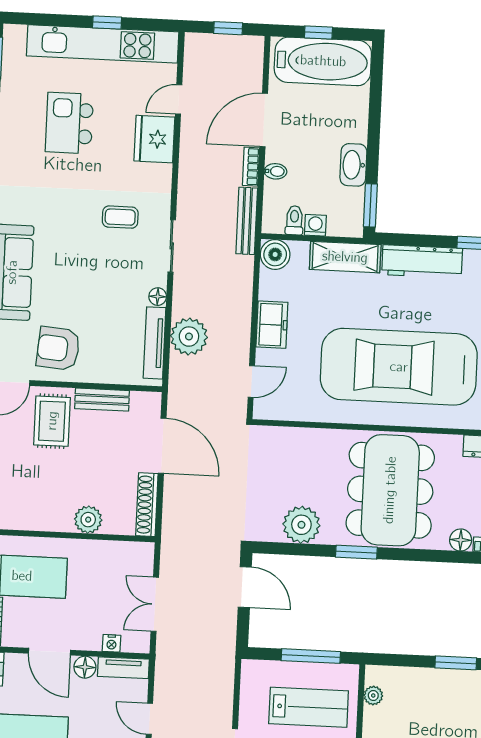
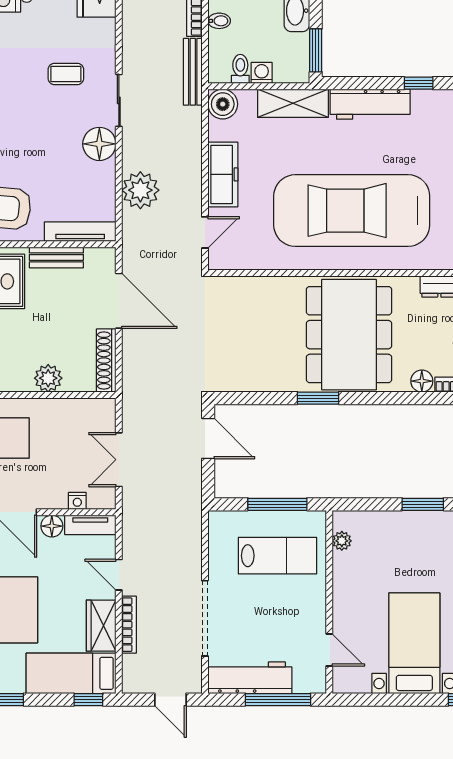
floor lamp: (158, 297) -> (99, 144), width x1.89, depth x1.89
freezer: (272, 325) -> (223, 174), width x1.40
tv unit: (155, 343) -> (80, 232), moved, turned 90
plant: (301, 525) -> (262, 373), removed

